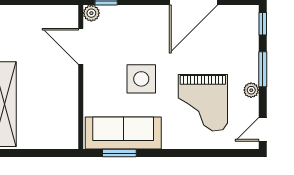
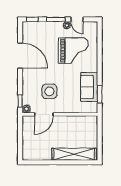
side table: (141, 79) -> (49, 91), moved
door: (263, 129) -> (77, 19), moved
sofa: (123, 133) -> (89, 87), width x0.73

